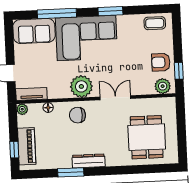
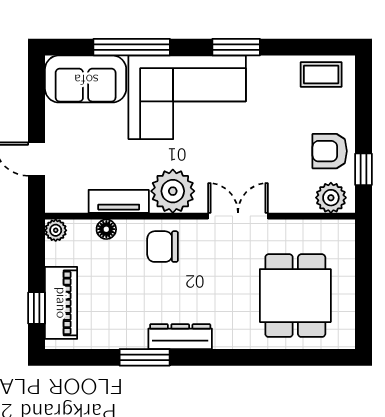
tv unit: (31, 94) -> (119, 201), moved

